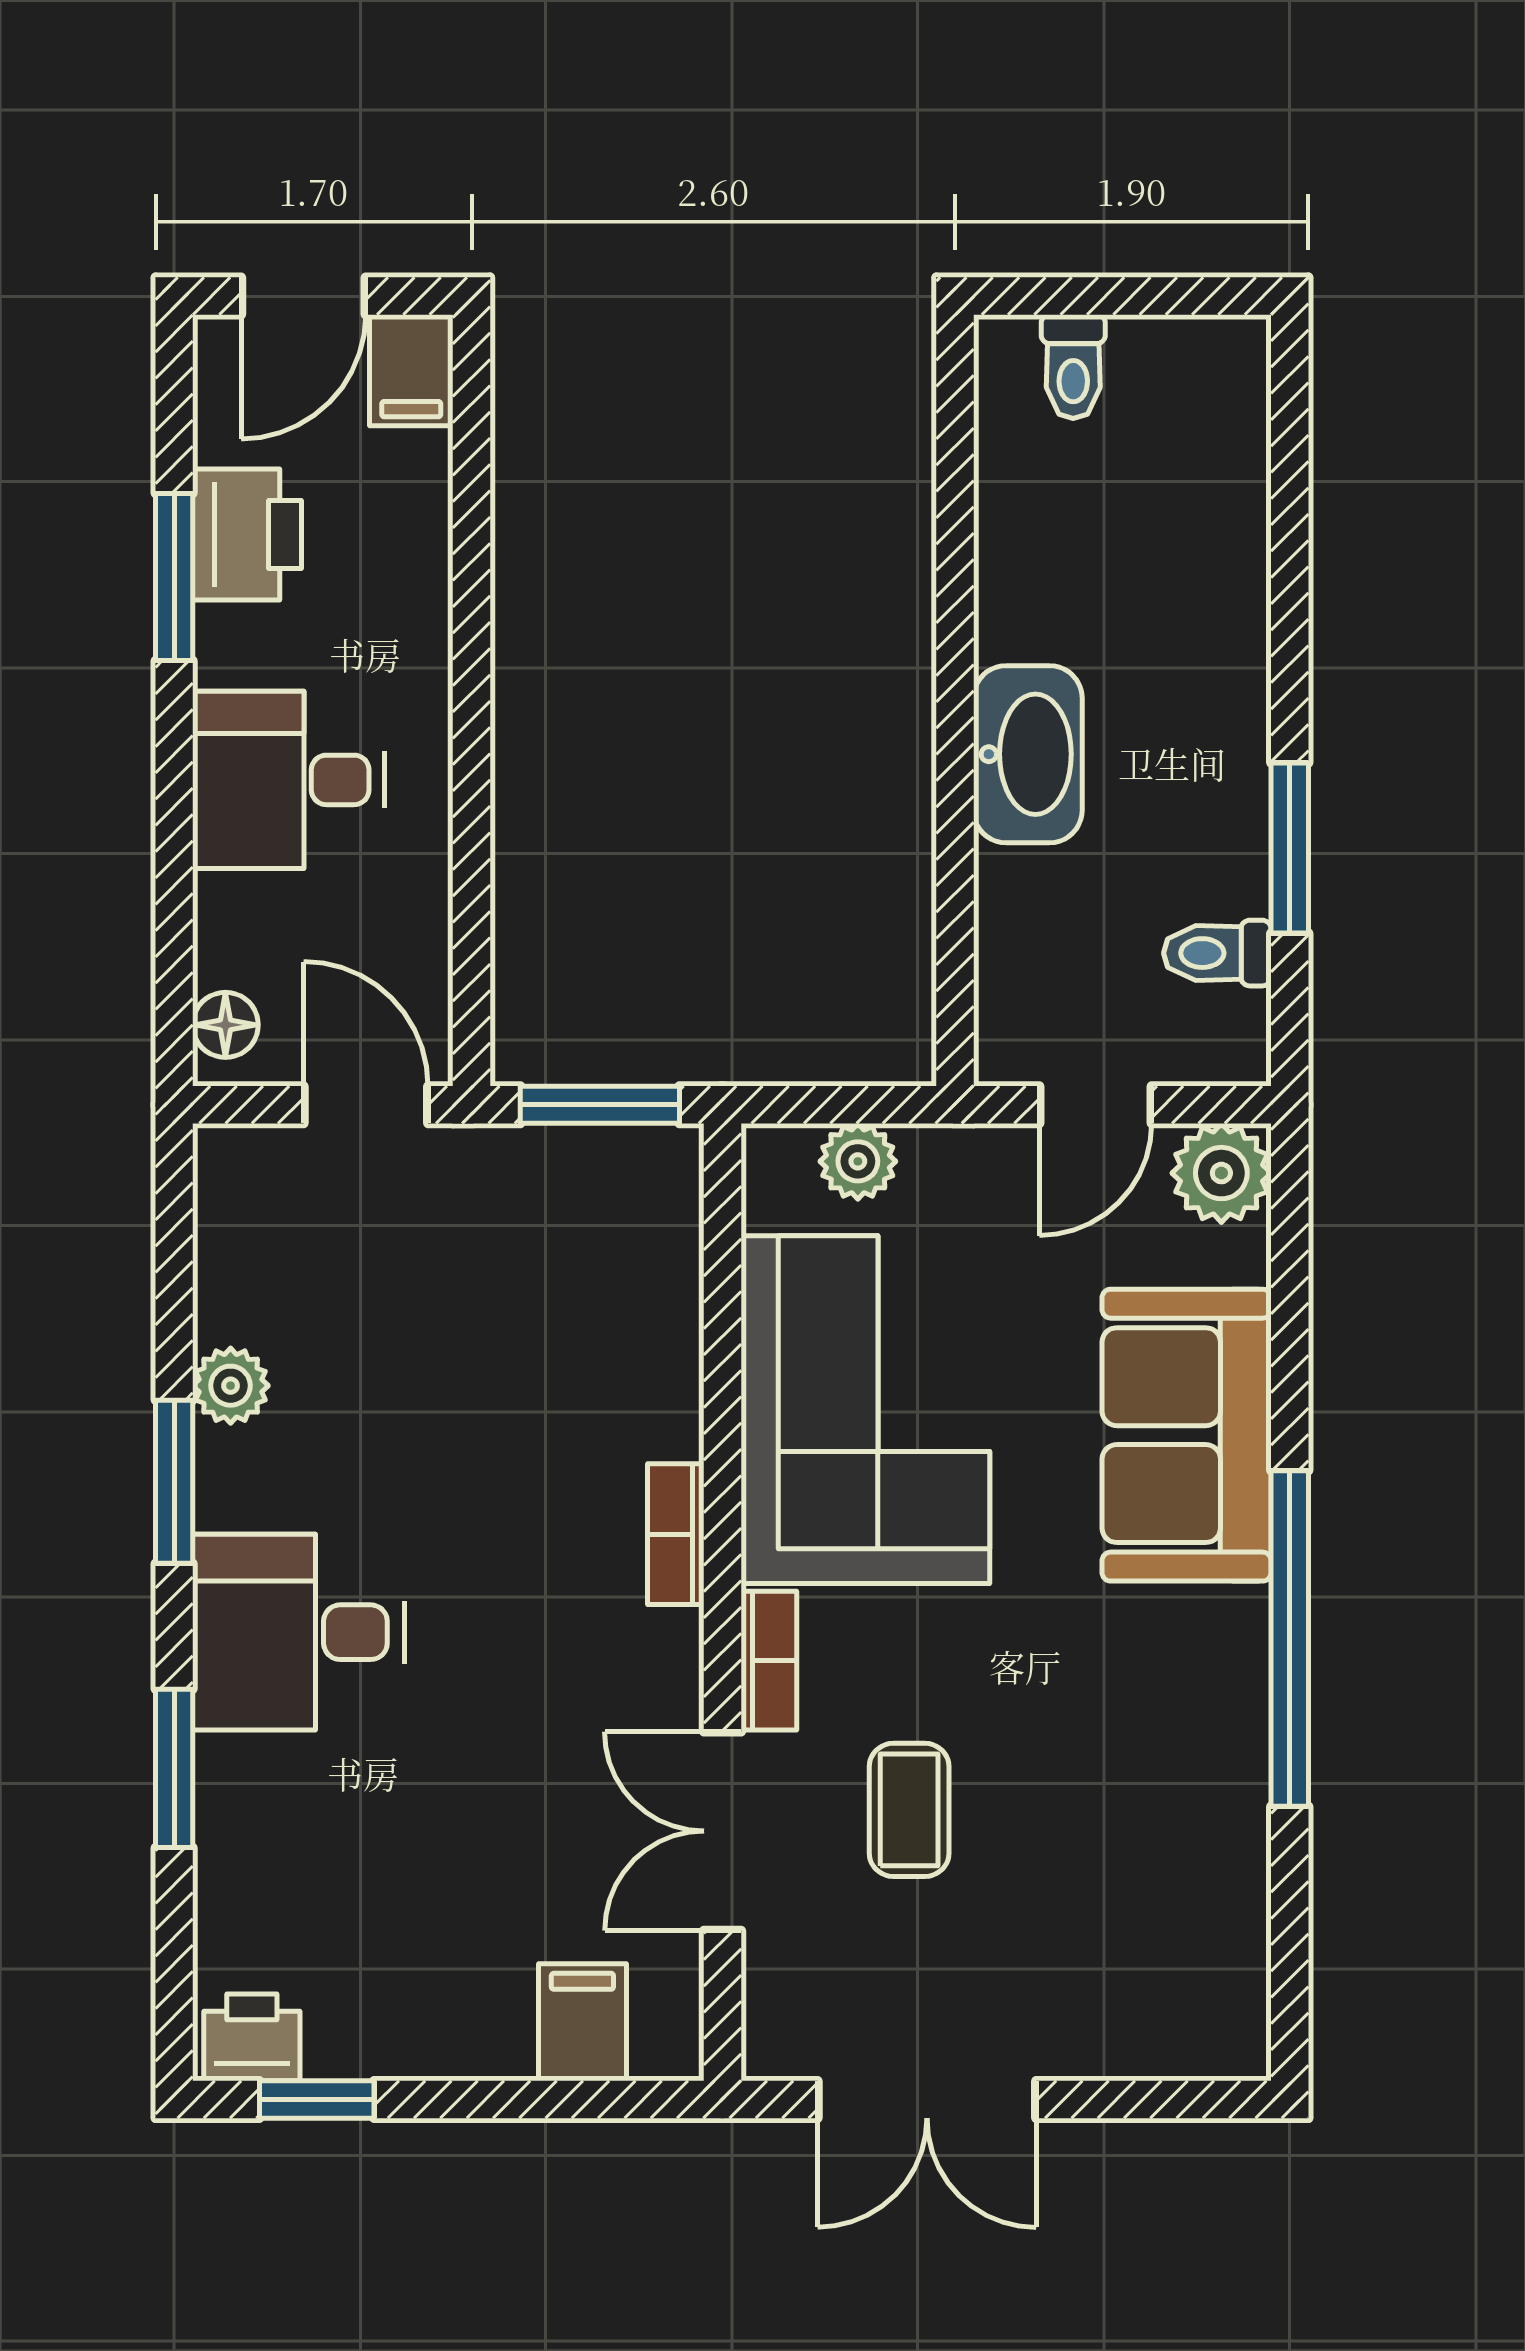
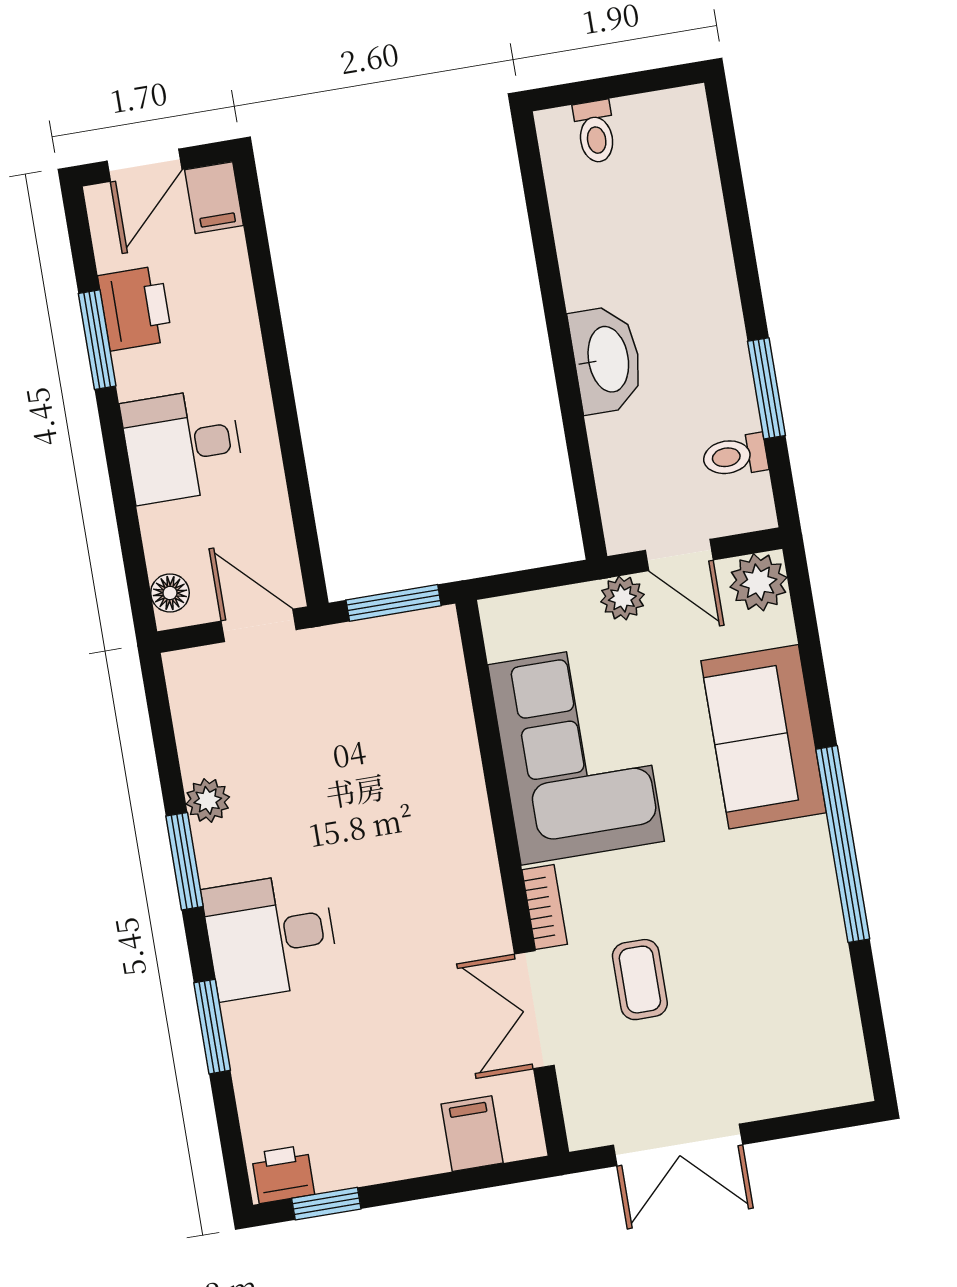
door: (1095, 1105) -> (679, 555), hinge flipped
plant: (858, 1161) -> (622, 598), moved
bookcase: (676, 1534) -> (479, 843), removed

